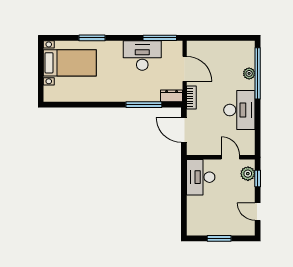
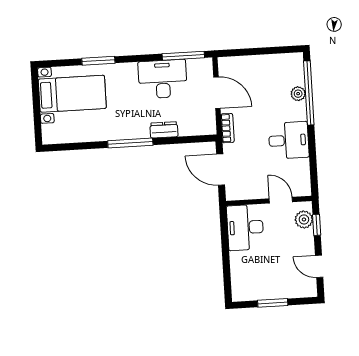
dresser: (172, 96) -> (164, 130), moved
window: (144, 105) -> (130, 143), moved
desk: (239, 110) -> (289, 140), width x0.73

